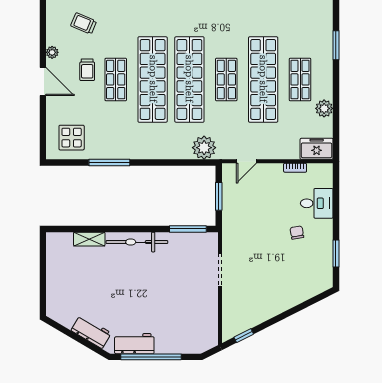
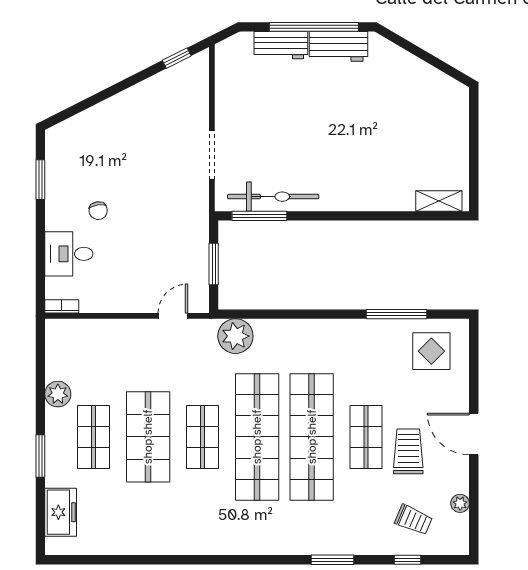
window: (336, 45) -> (40, 456), moved
plant: (52, 52) -> (460, 503), moved
trolley: (87, 70) -> (408, 451), width x1.36, depth x1.39
shop shelf: (263, 79) -> (148, 437), width x0.71
freezer: (317, 149) -> (61, 512), moved, turned -90
window: (109, 163) -> (397, 314), moved
bookcase: (295, 168) -> (62, 306), moved
shelving: (89, 239) -> (439, 201), moved
bicycle: (137, 242) -> (273, 197), moved
workbench: (91, 332) -> (281, 45), moved, turned -30

